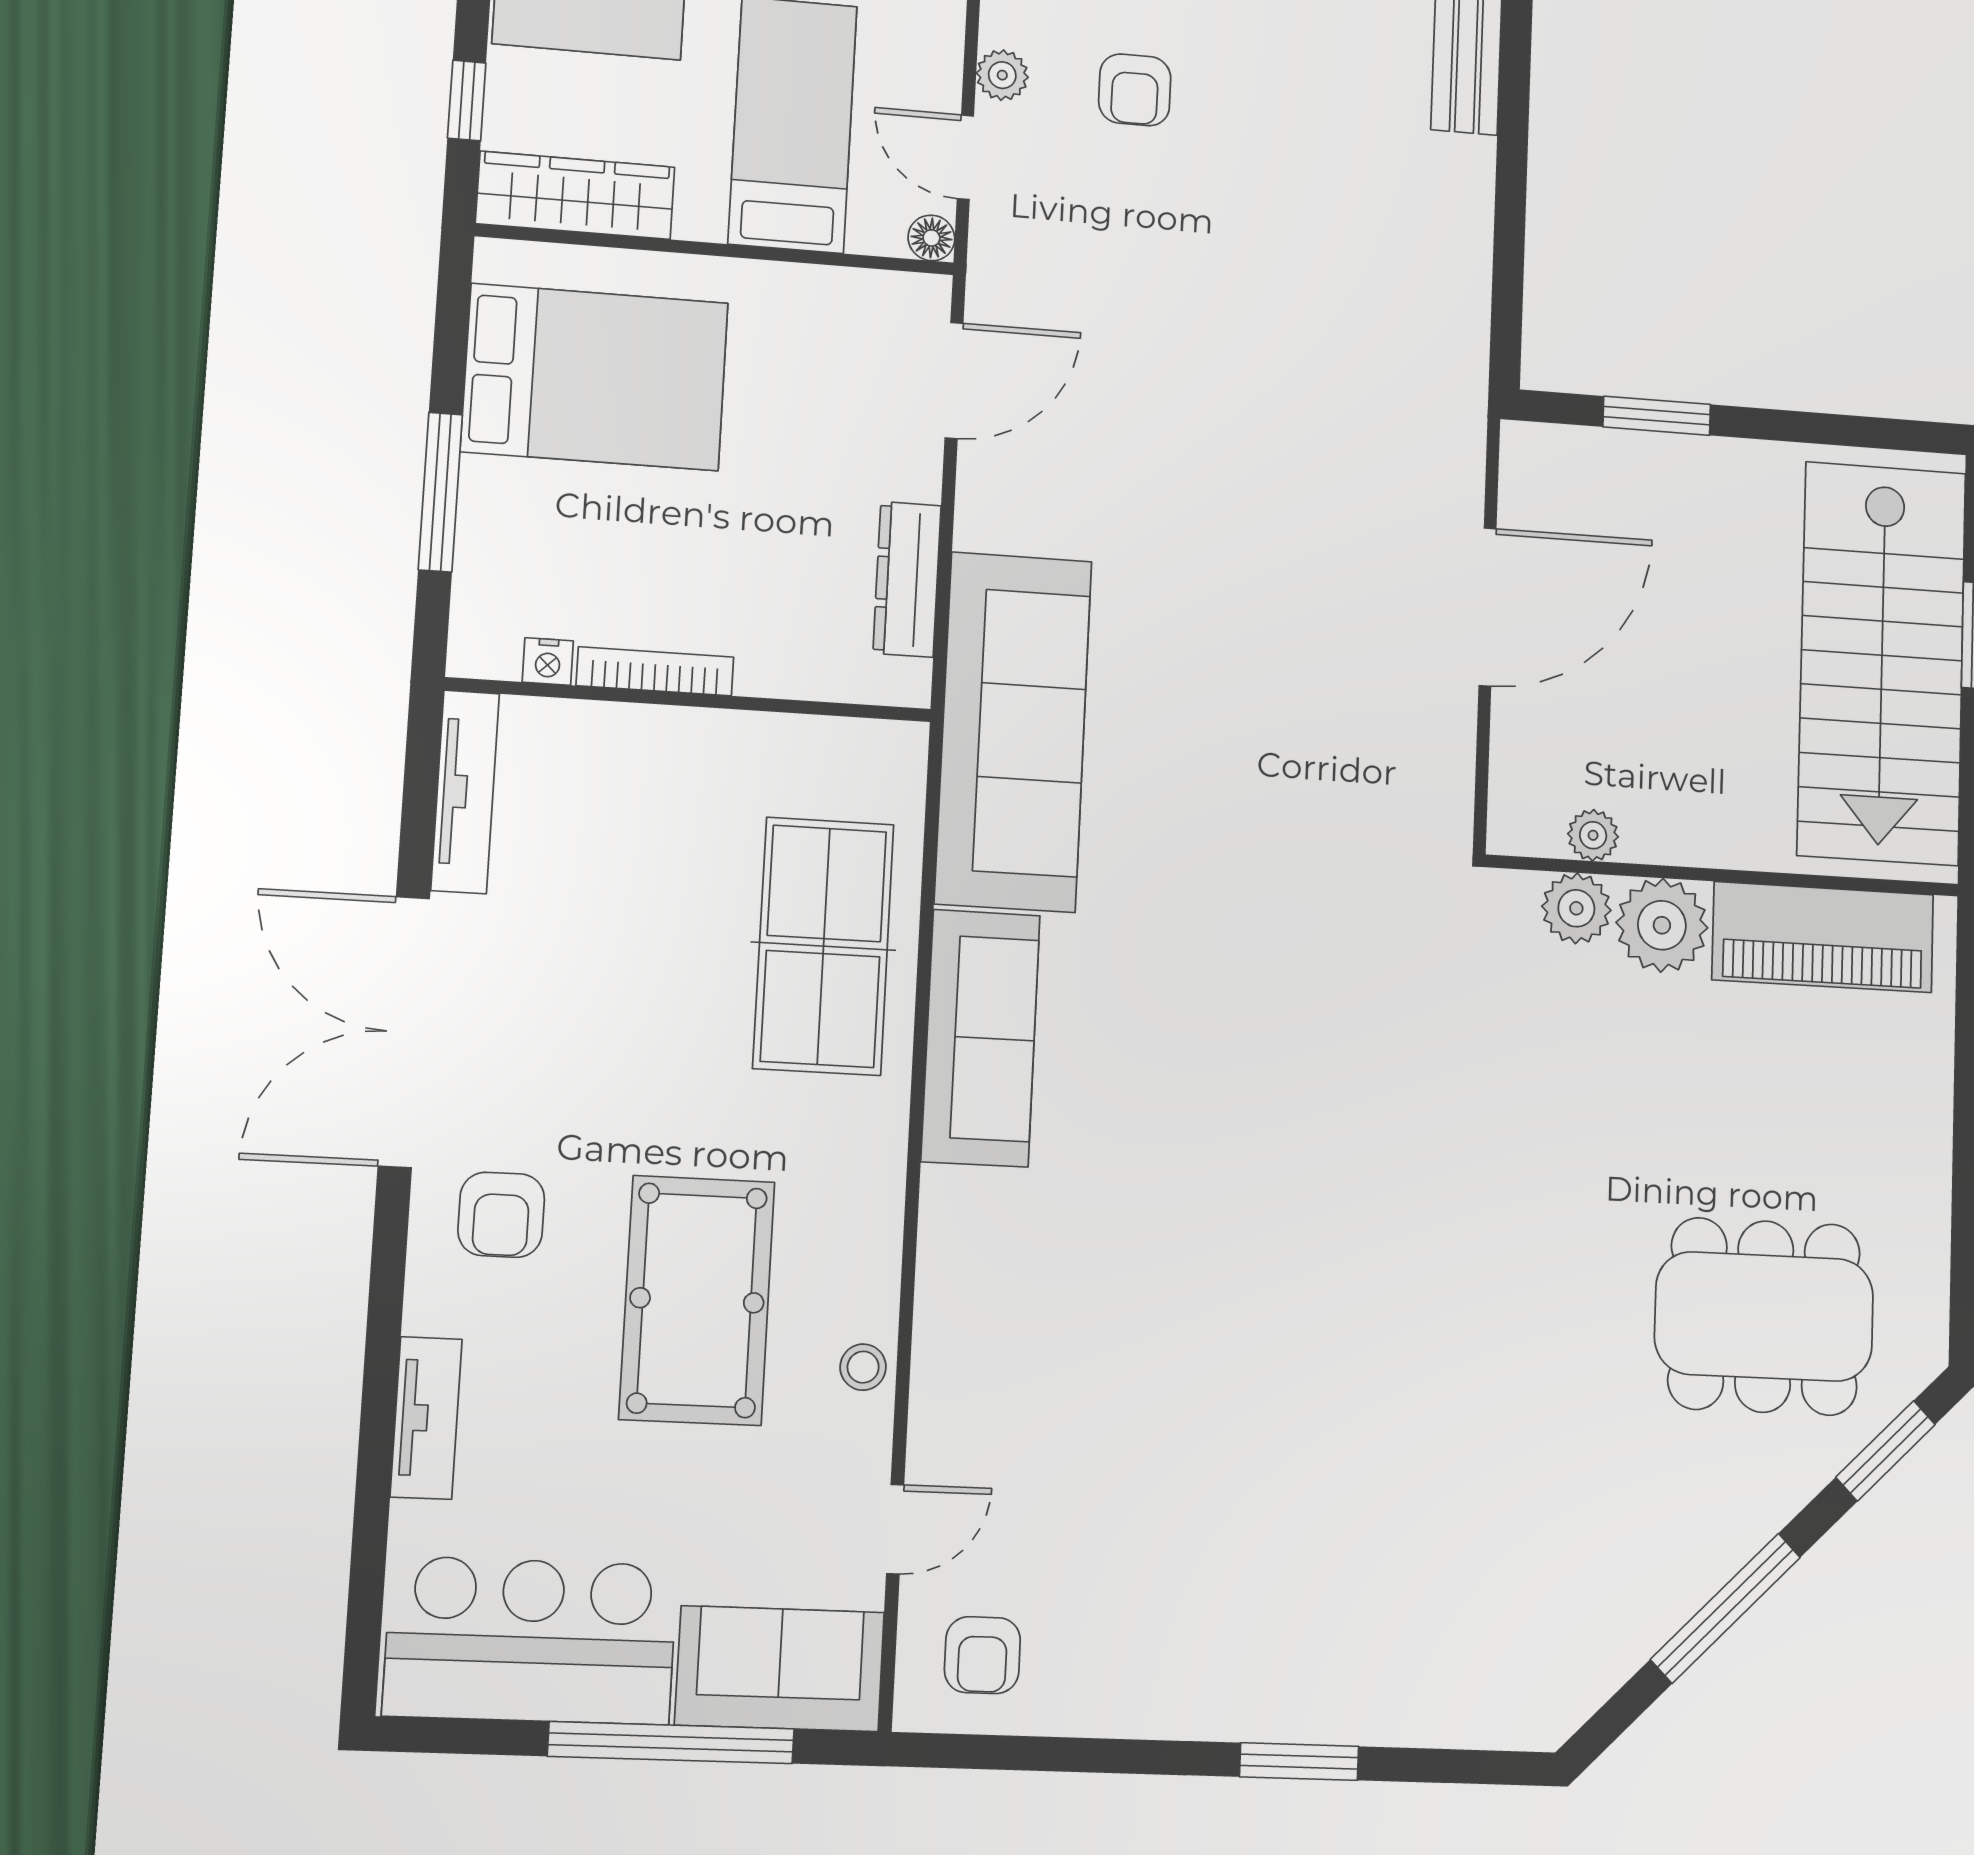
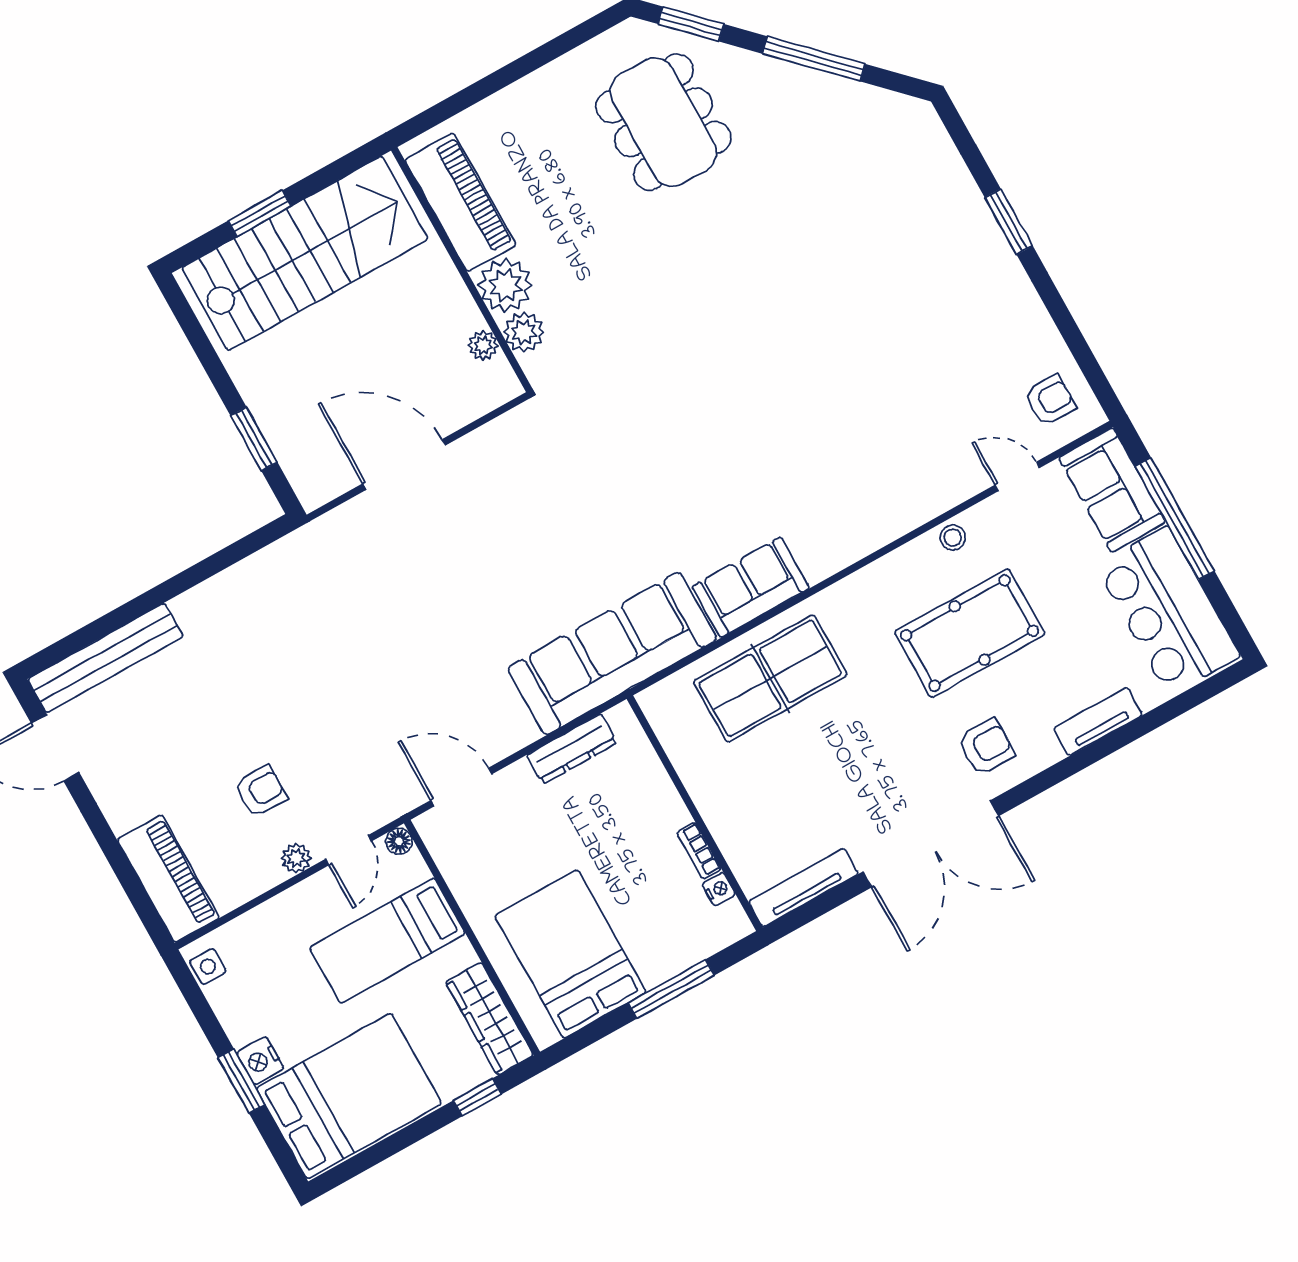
bookcase: (655, 671) -> (699, 851), width x0.64
sofa: (981, 1038) -> (751, 587), width x0.73

